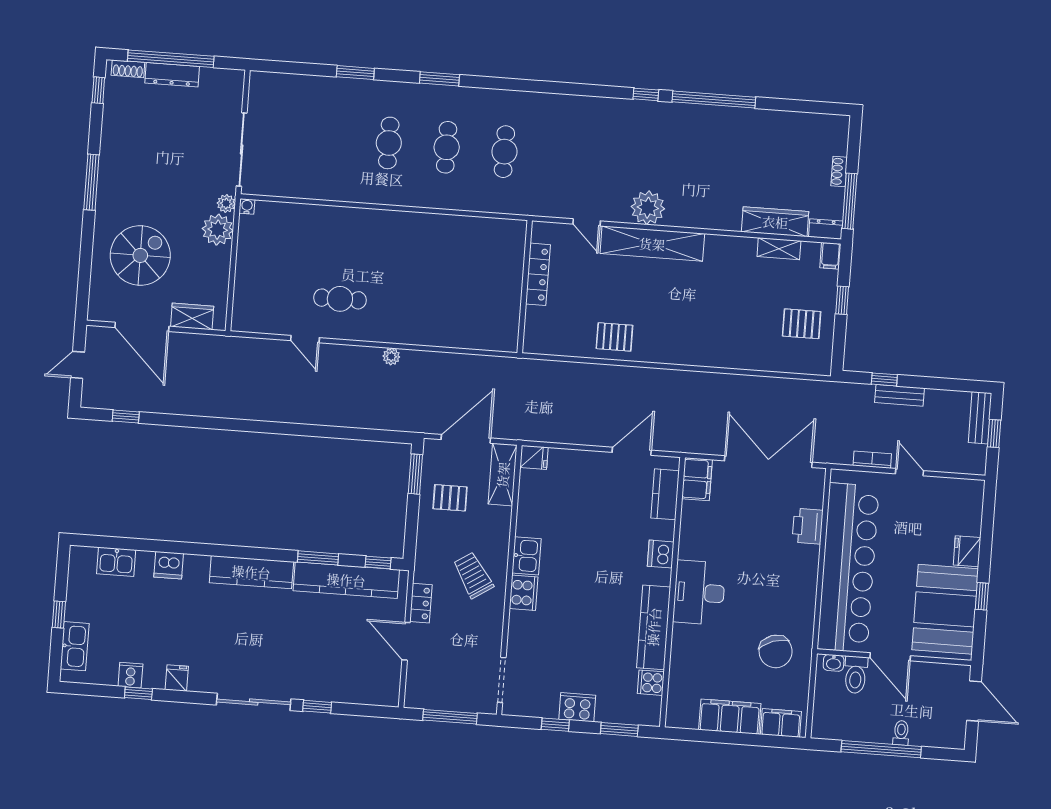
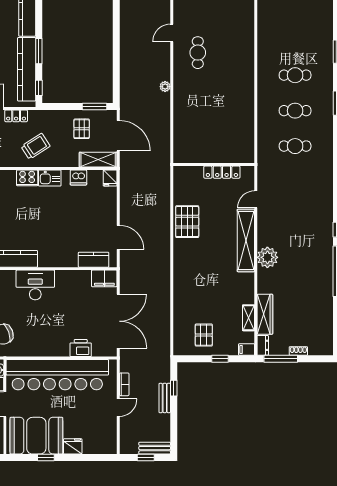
plant: (648, 208) -> (267, 257), moved
pallet: (614, 337) -> (187, 222), width x1.50, depth x1.42
dishwasher: (661, 554) -> (78, 177), moved, turned 180

